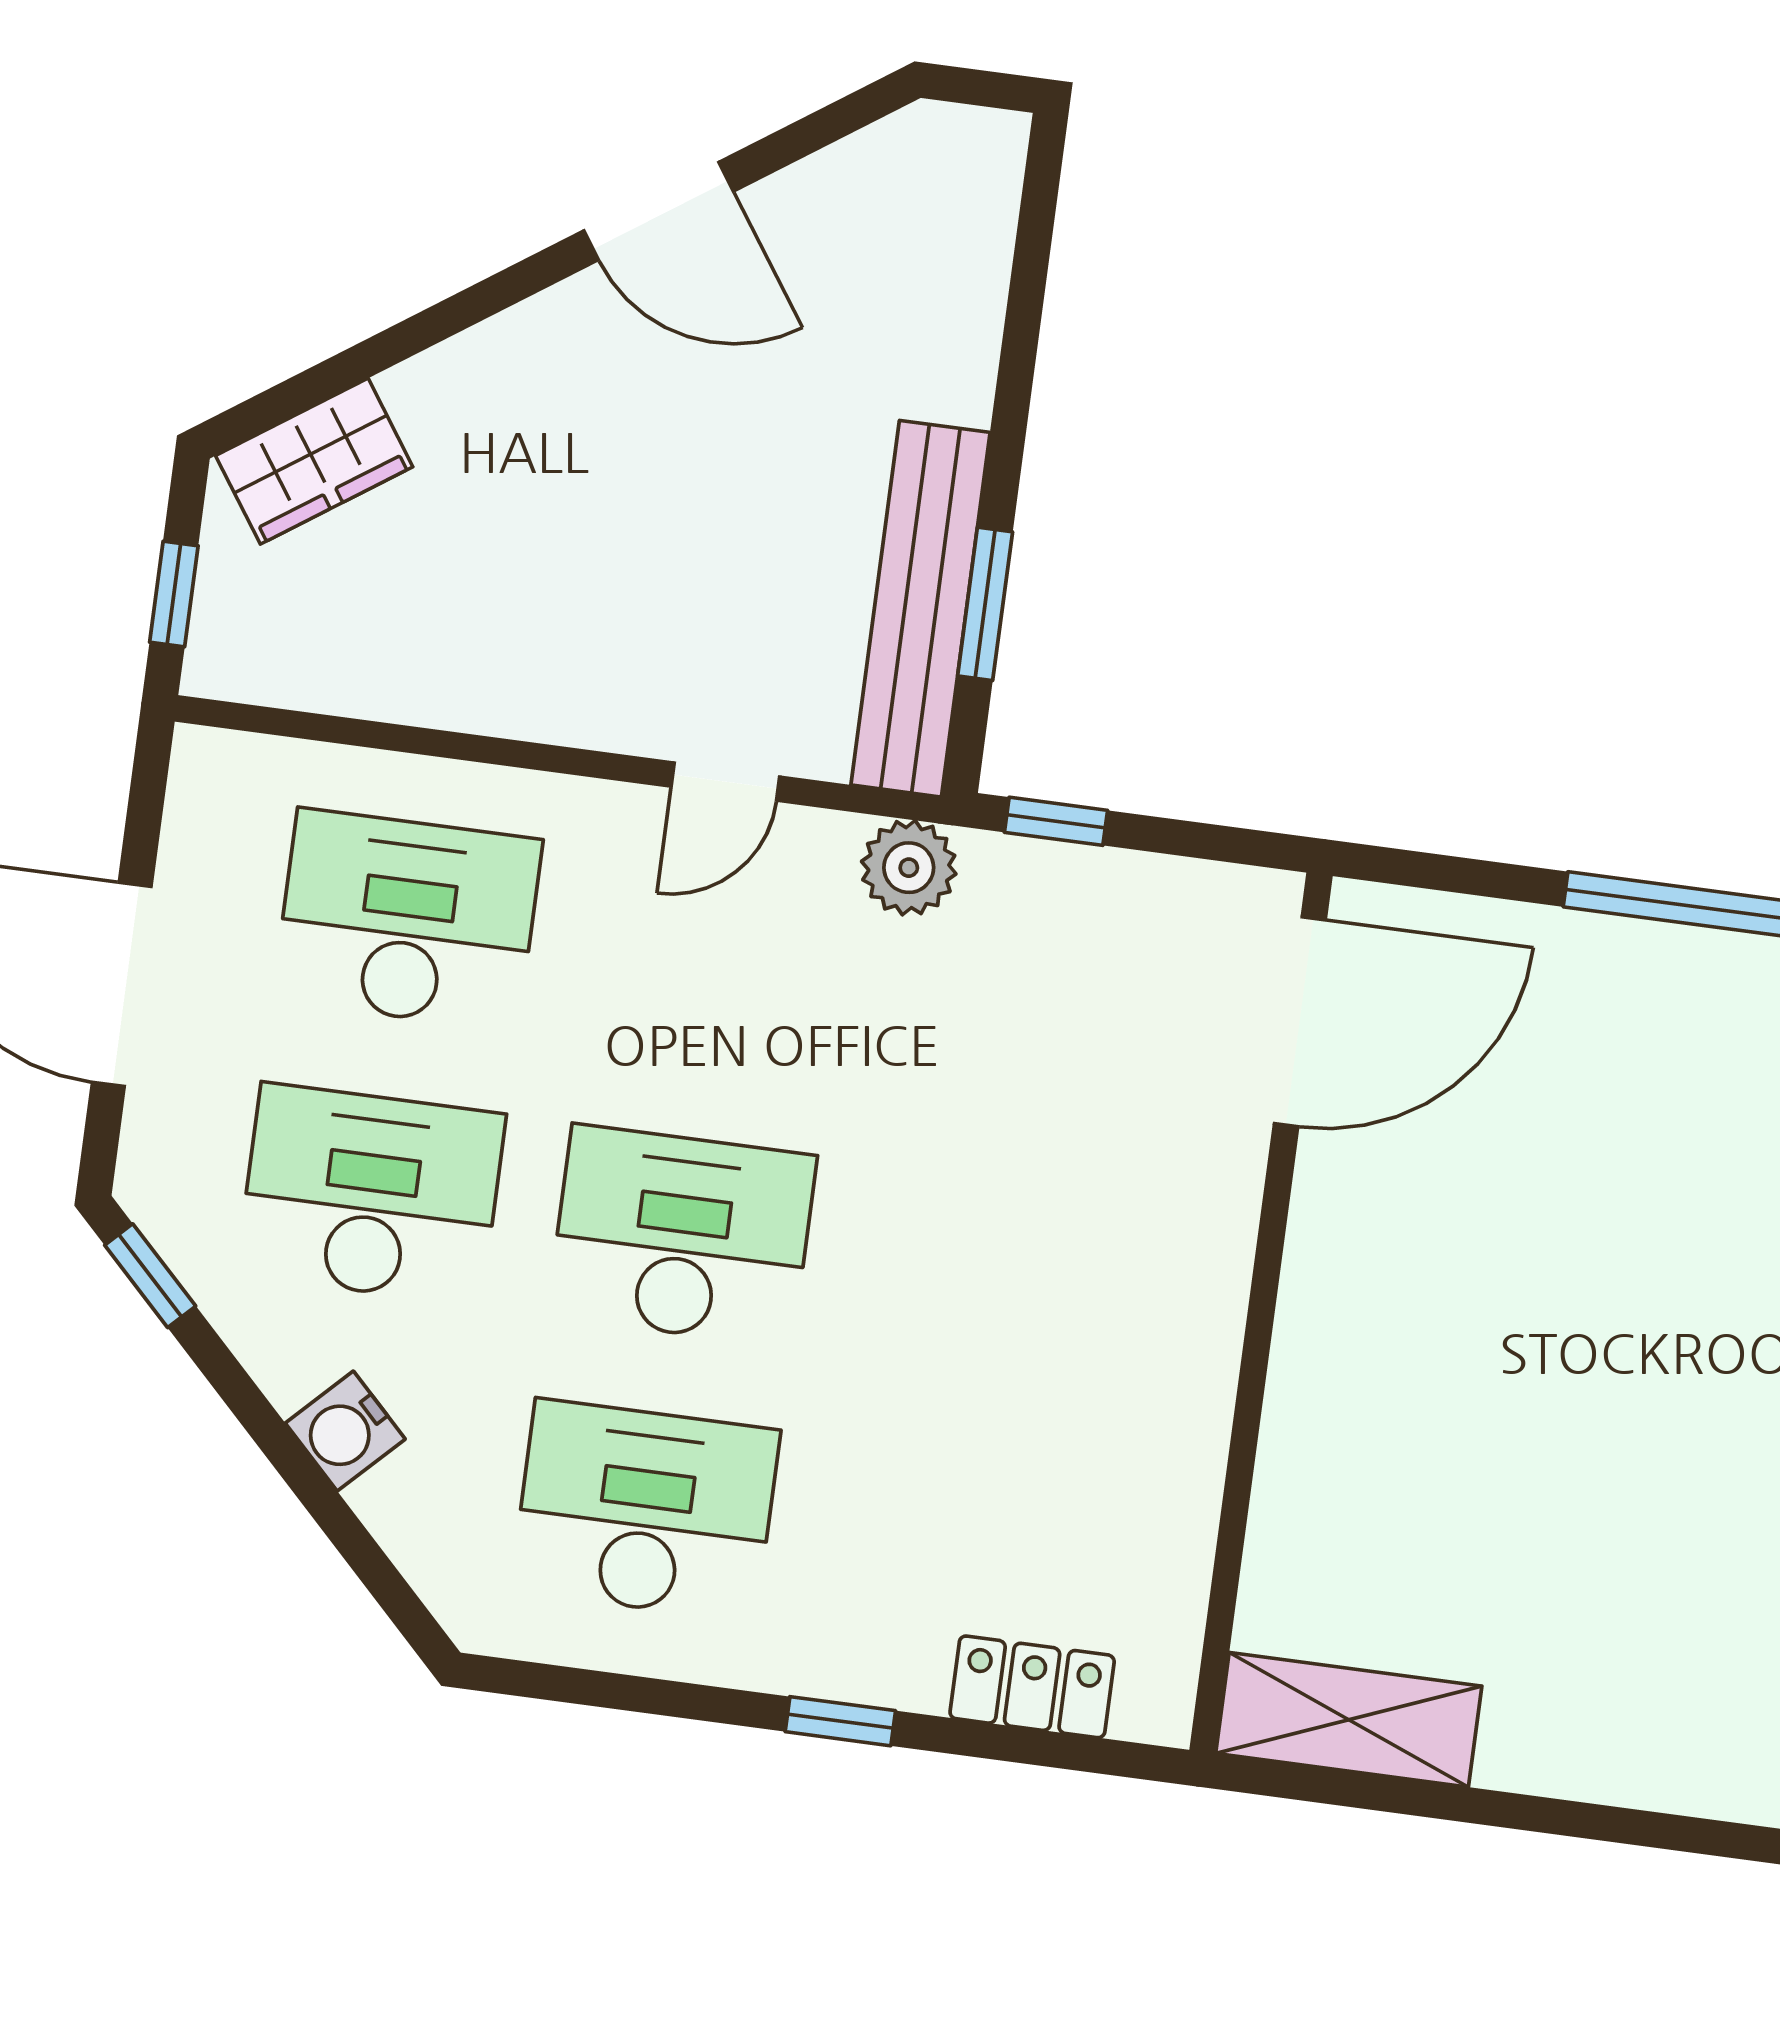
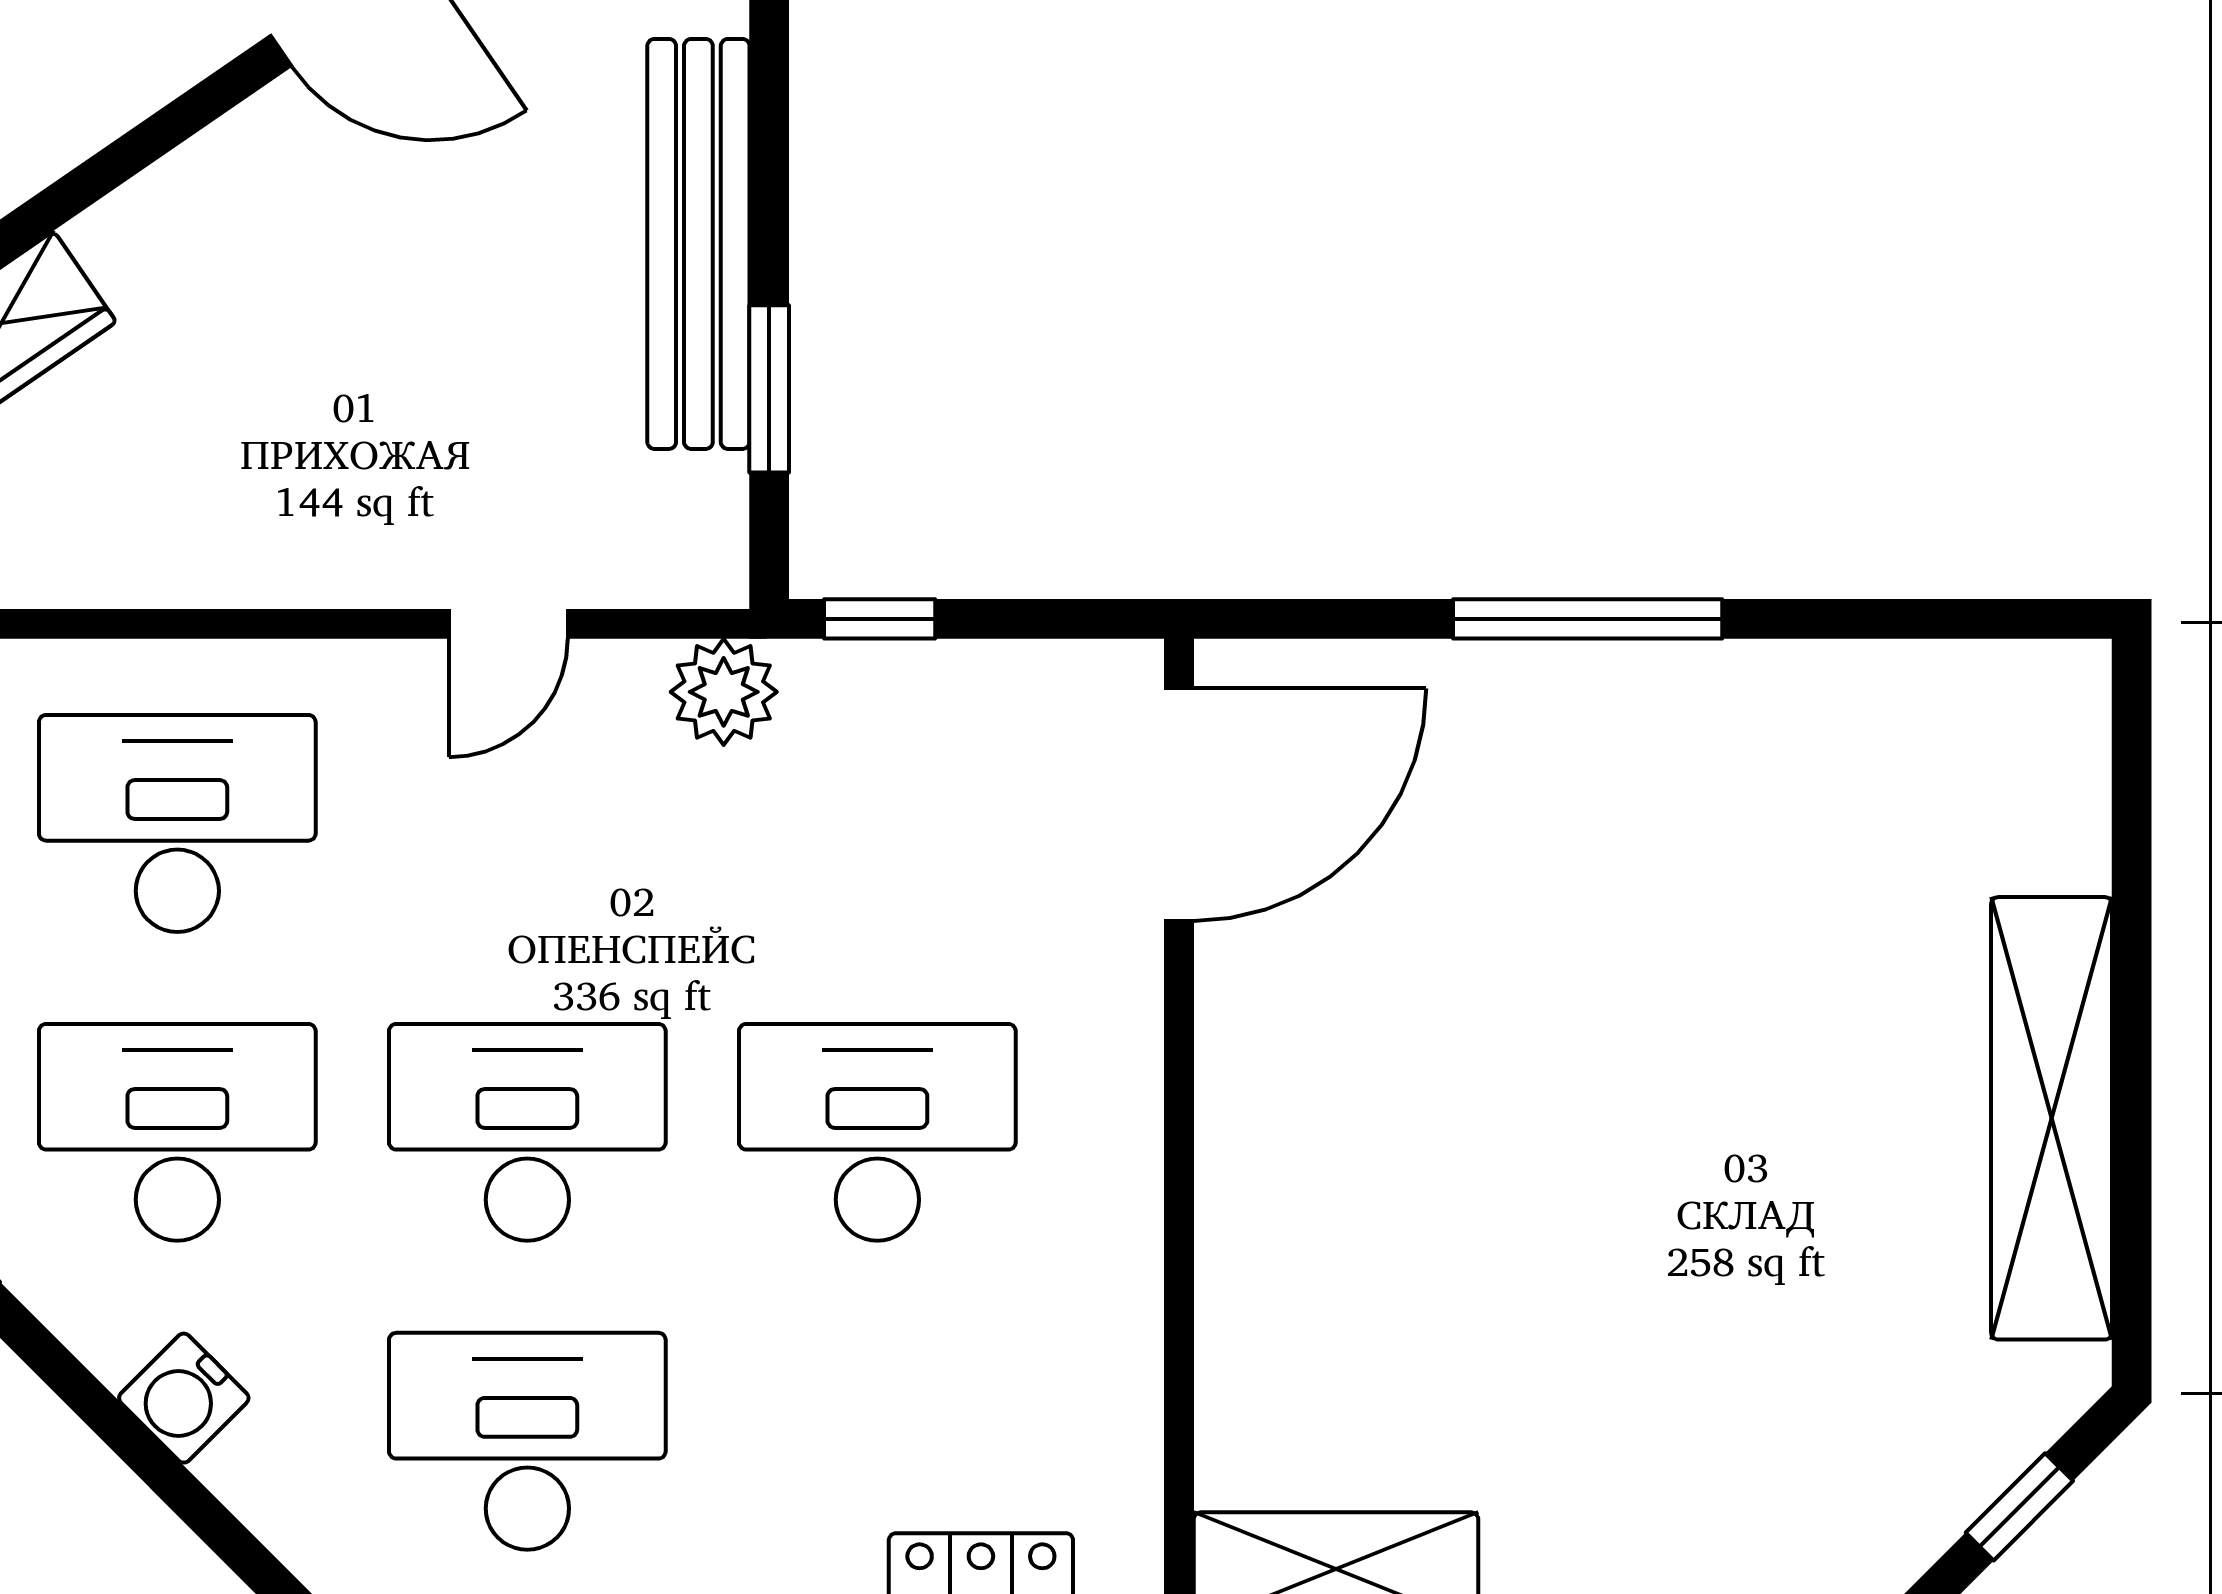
bench: (920, 609) -> (698, 244), moved
desk: (993, 1277) -> (877, 1132), added

